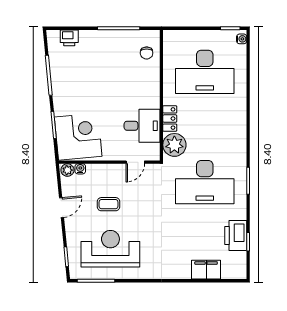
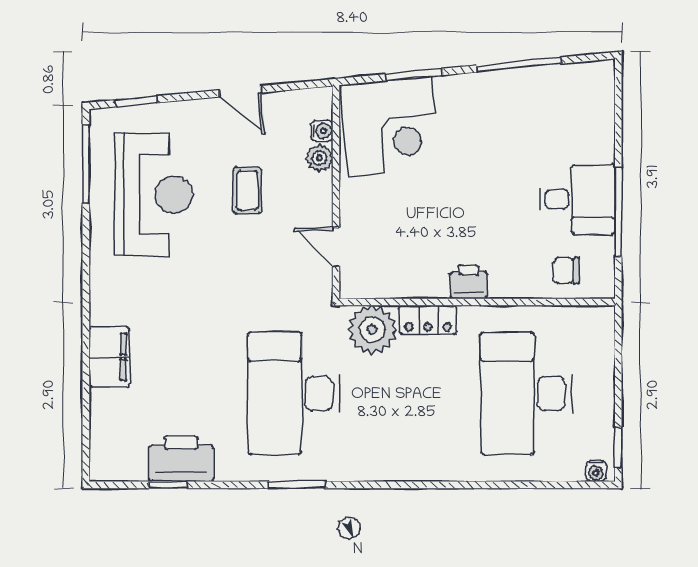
printer: (69, 38) -> (469, 282), moved, turned 90
desk: (142, 126) -> (577, 199), moved, turned -90
plant: (67, 170) -> (319, 158), moved
filing cabinet: (206, 270) -> (109, 357), moved

